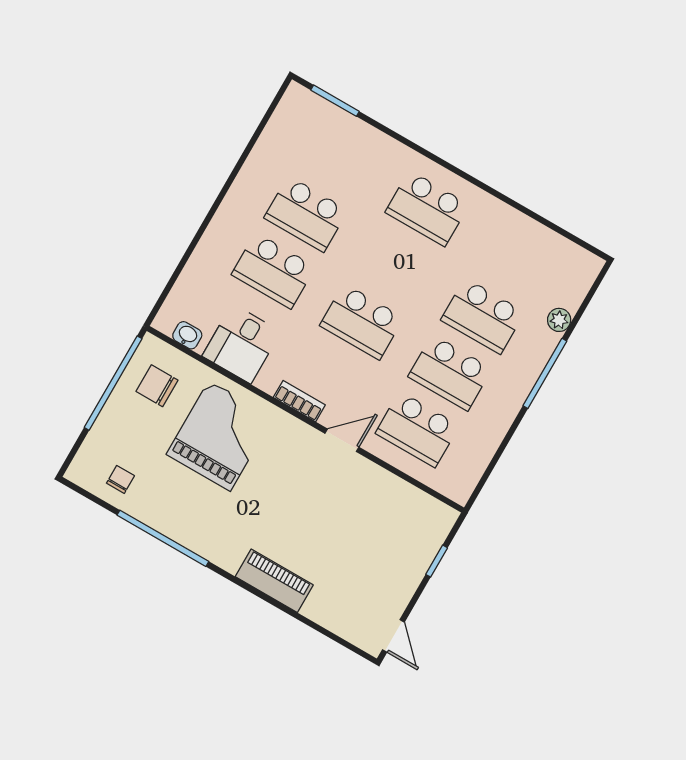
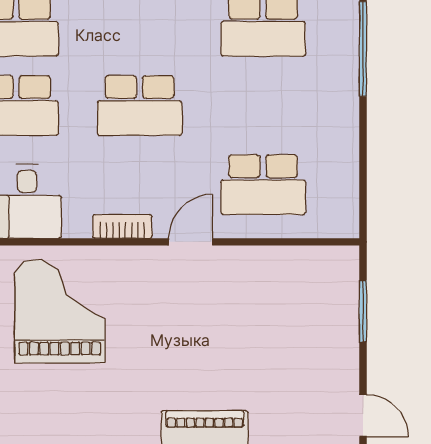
school desk: (450, 373) -> (263, 106), removed
window: (437, 561) -> (363, 311), width x1.50

